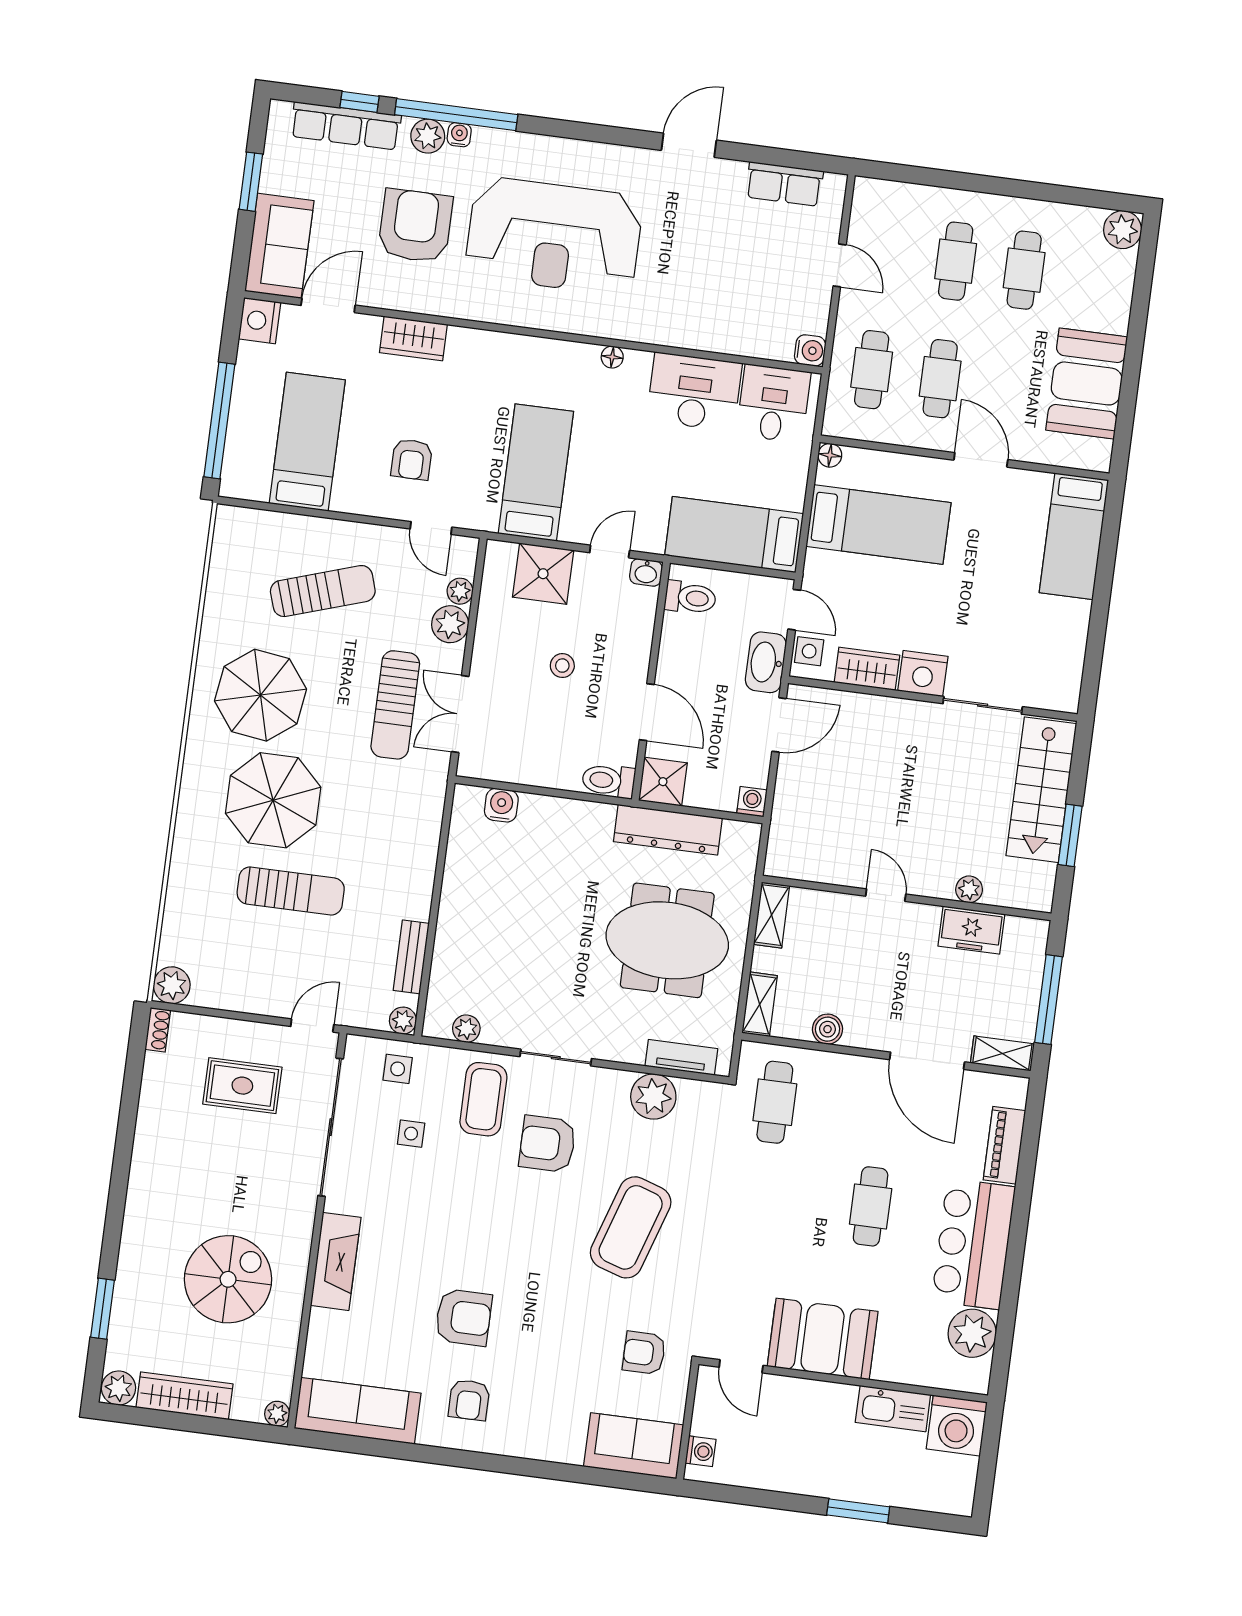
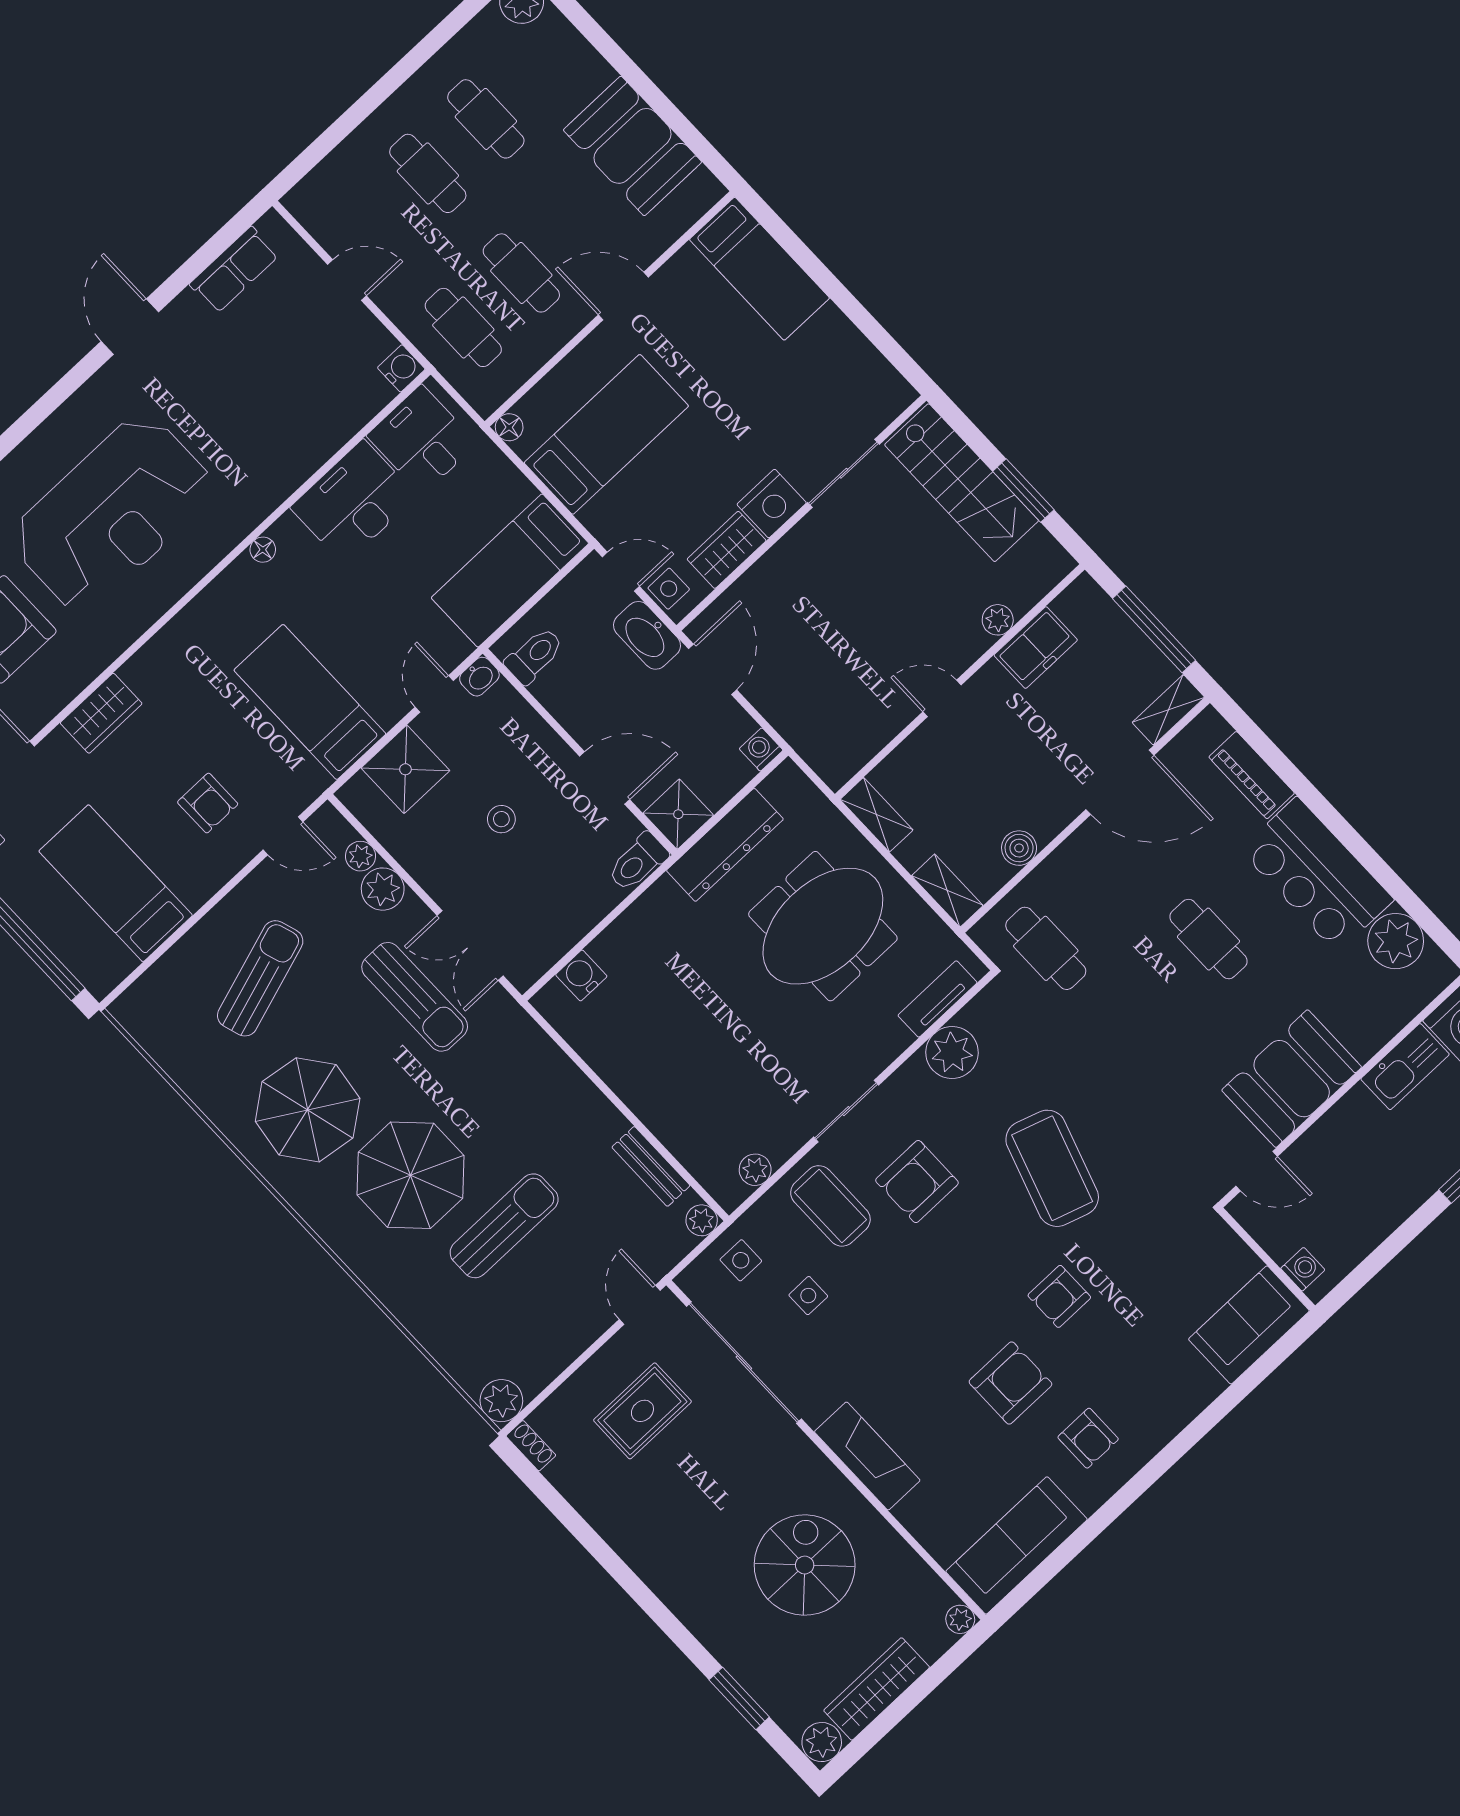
armchair: (644, 1353) -> (1059, 1296), moved

